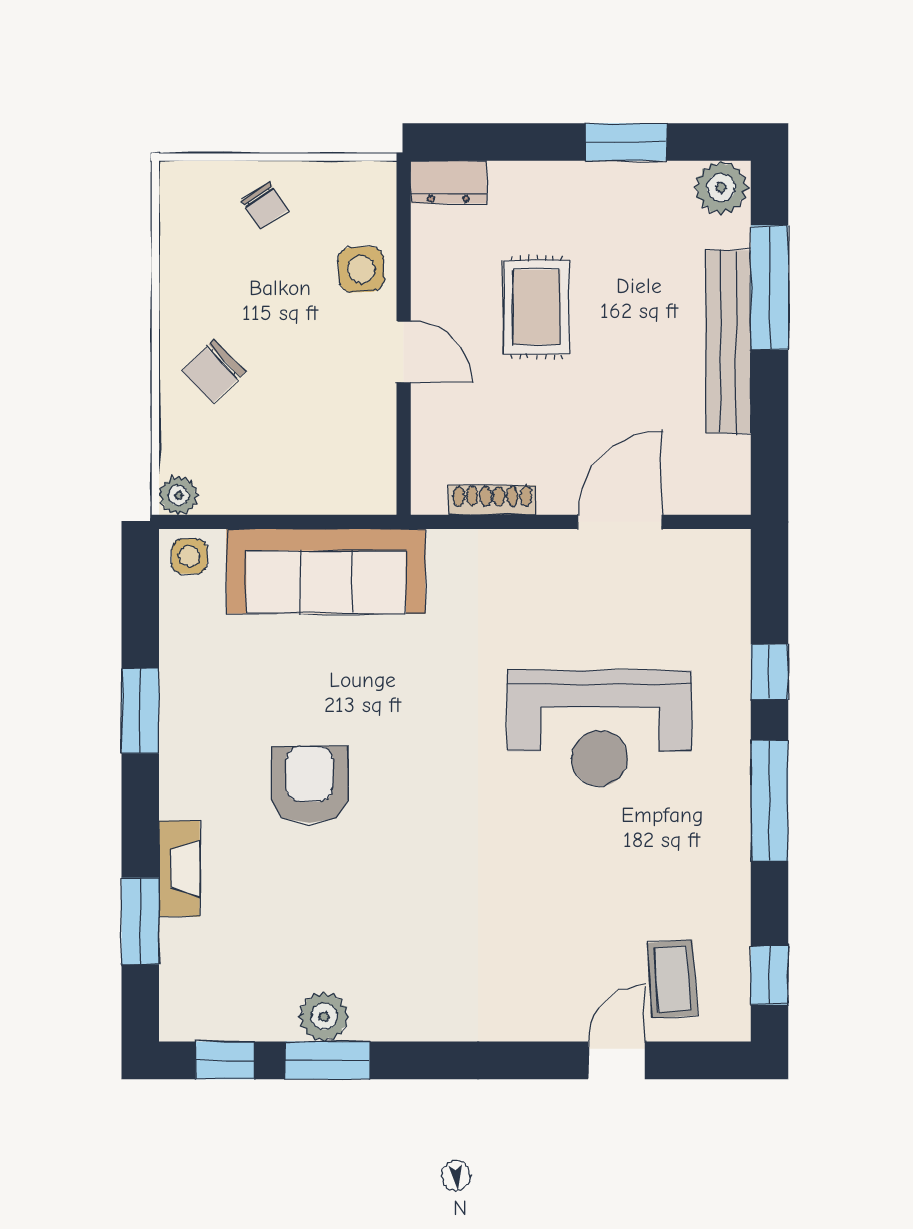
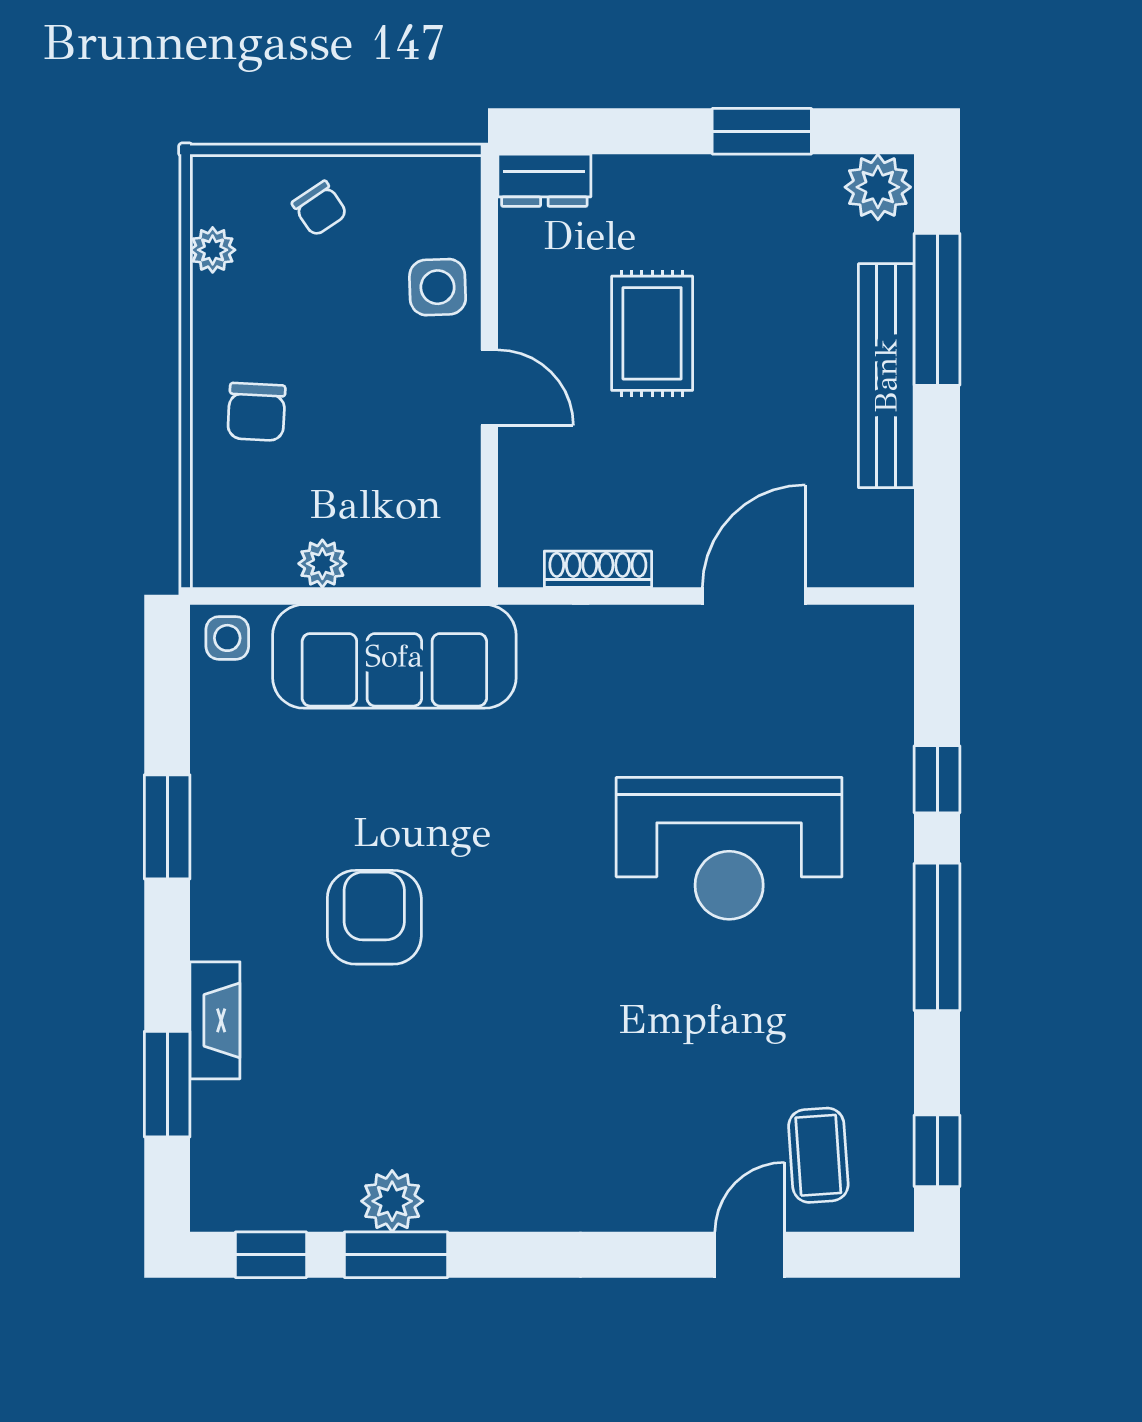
plant: (177, 239) -> (213, 250), added
chair: (213, 371) -> (256, 412), turned -43
plant: (178, 495) -> (322, 564), moved

